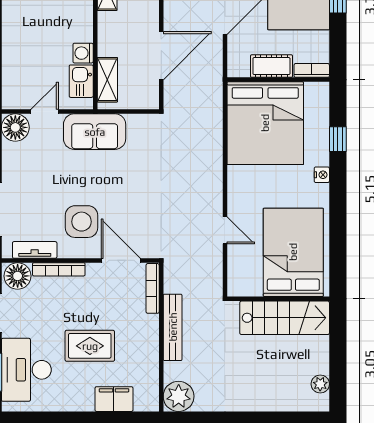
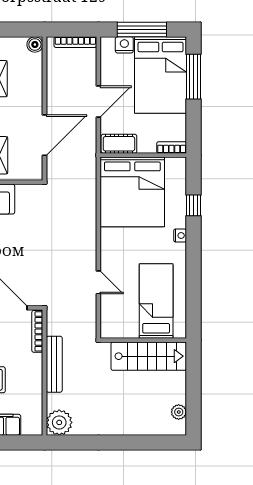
cot: (271, 66) -> (119, 144), moved
bed: (293, 252) -> (156, 301), width x0.67

